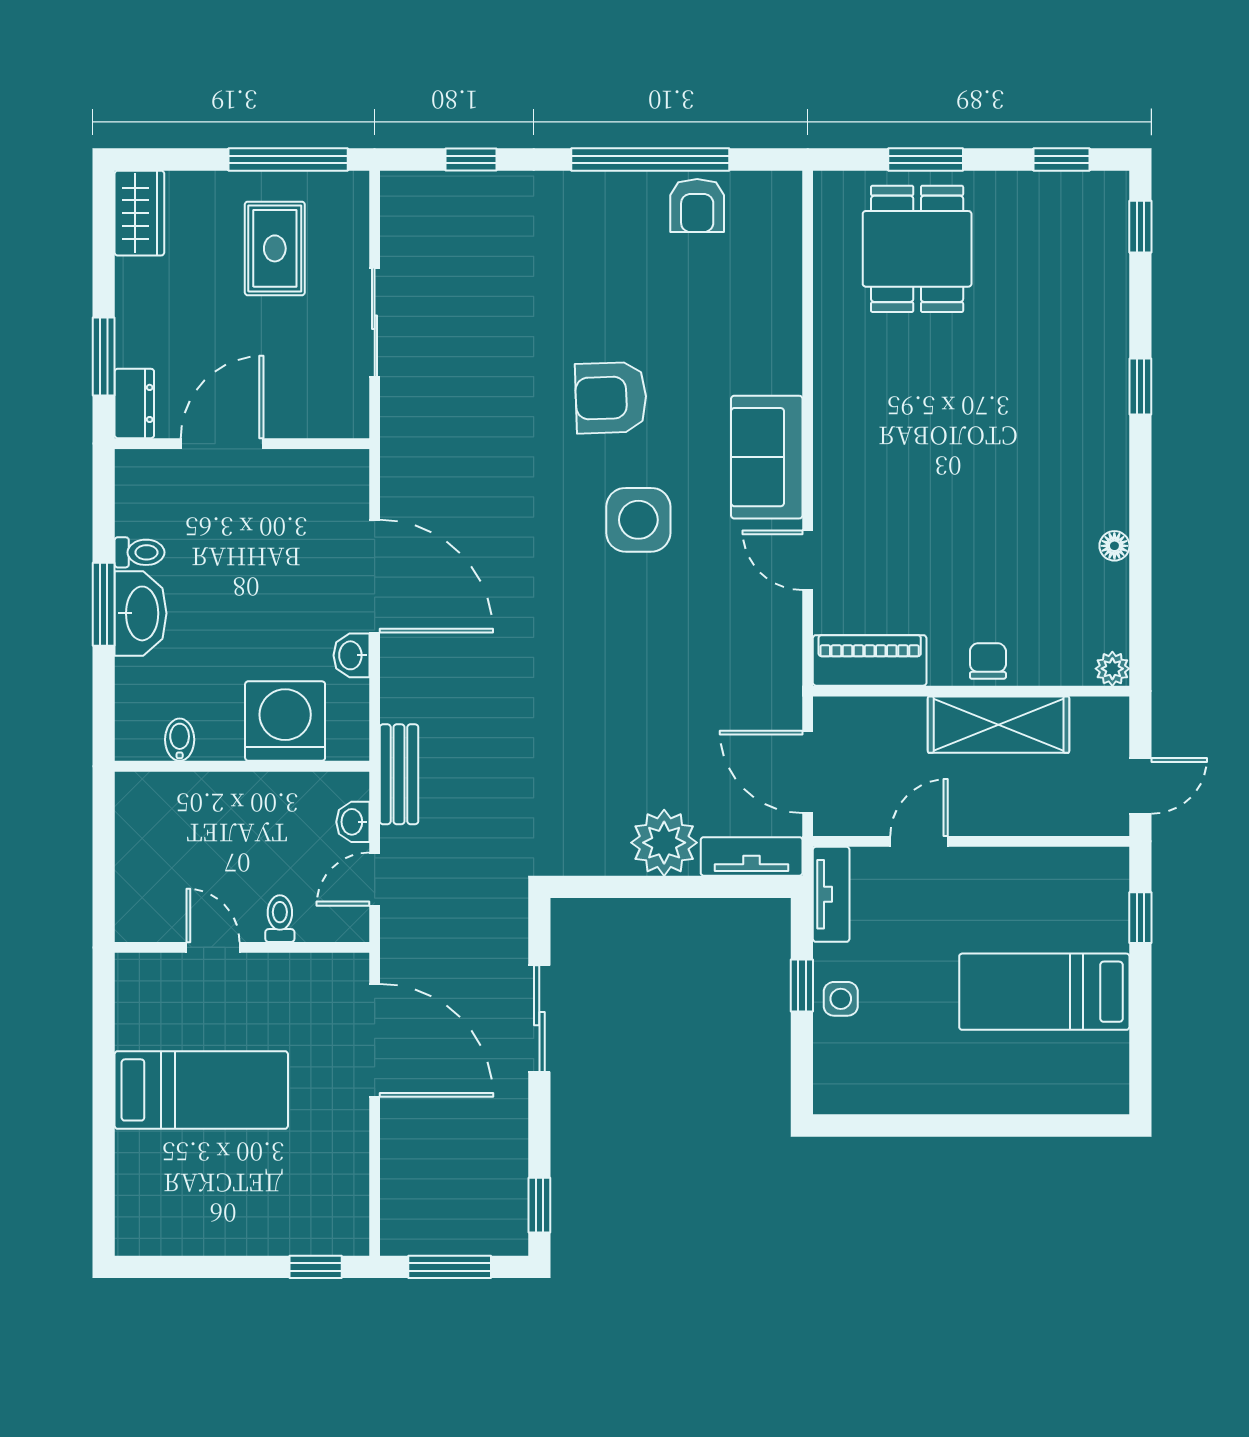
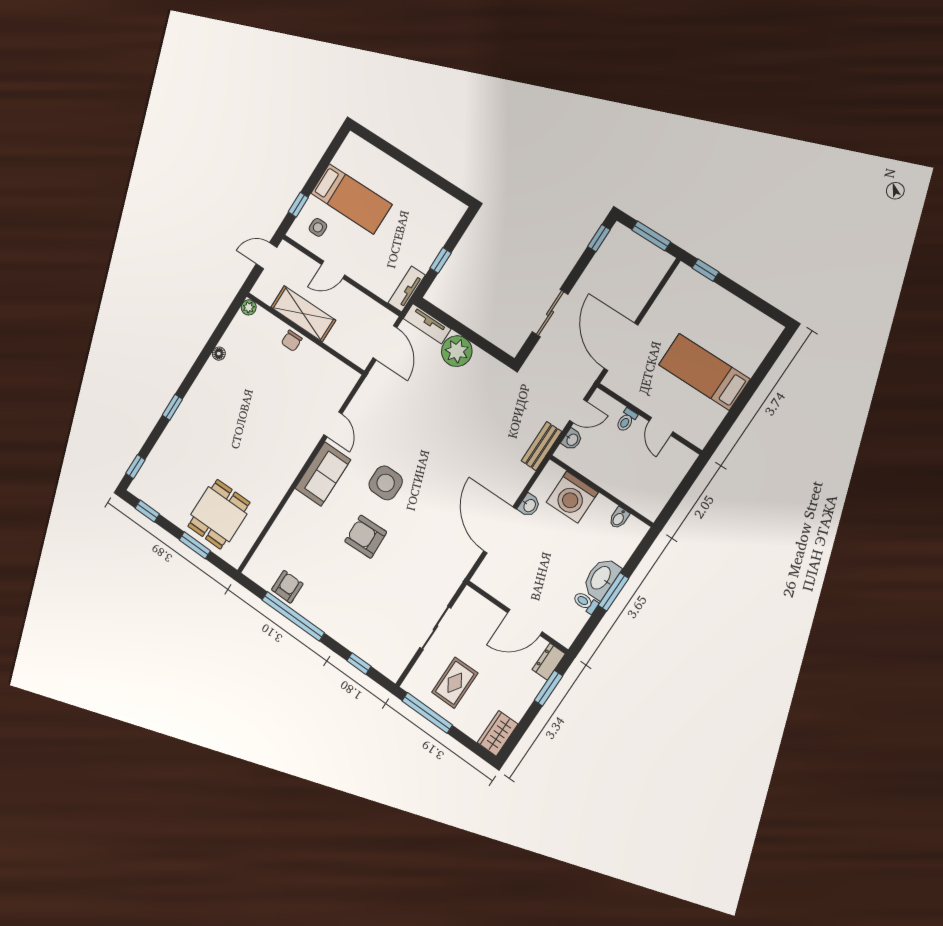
armchair: (611, 398) -> (366, 537), turned 180
piano: (870, 660) -> (335, 370), removed
door: (919, 841) -> (333, 270), moved
side table: (841, 999) -> (318, 227), moved

